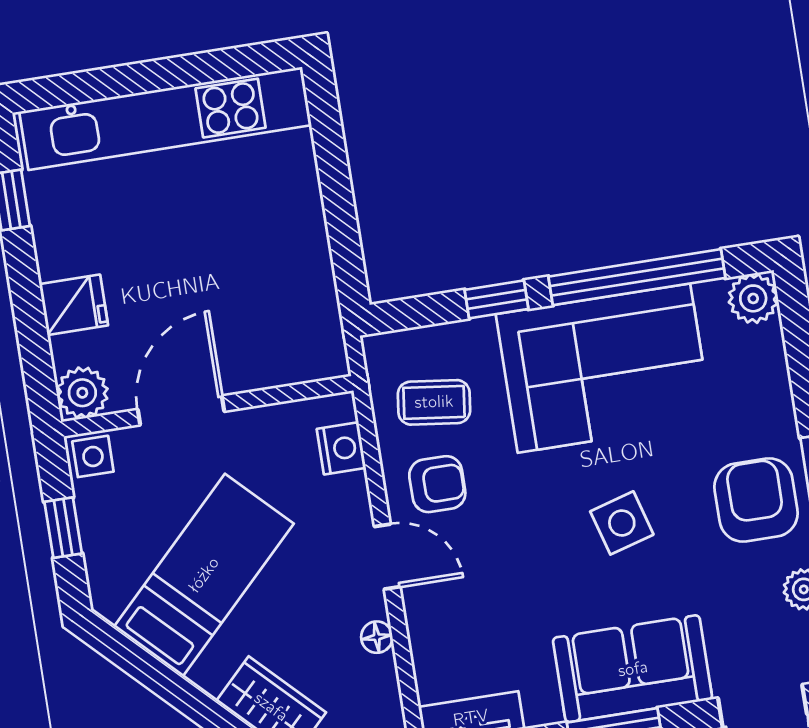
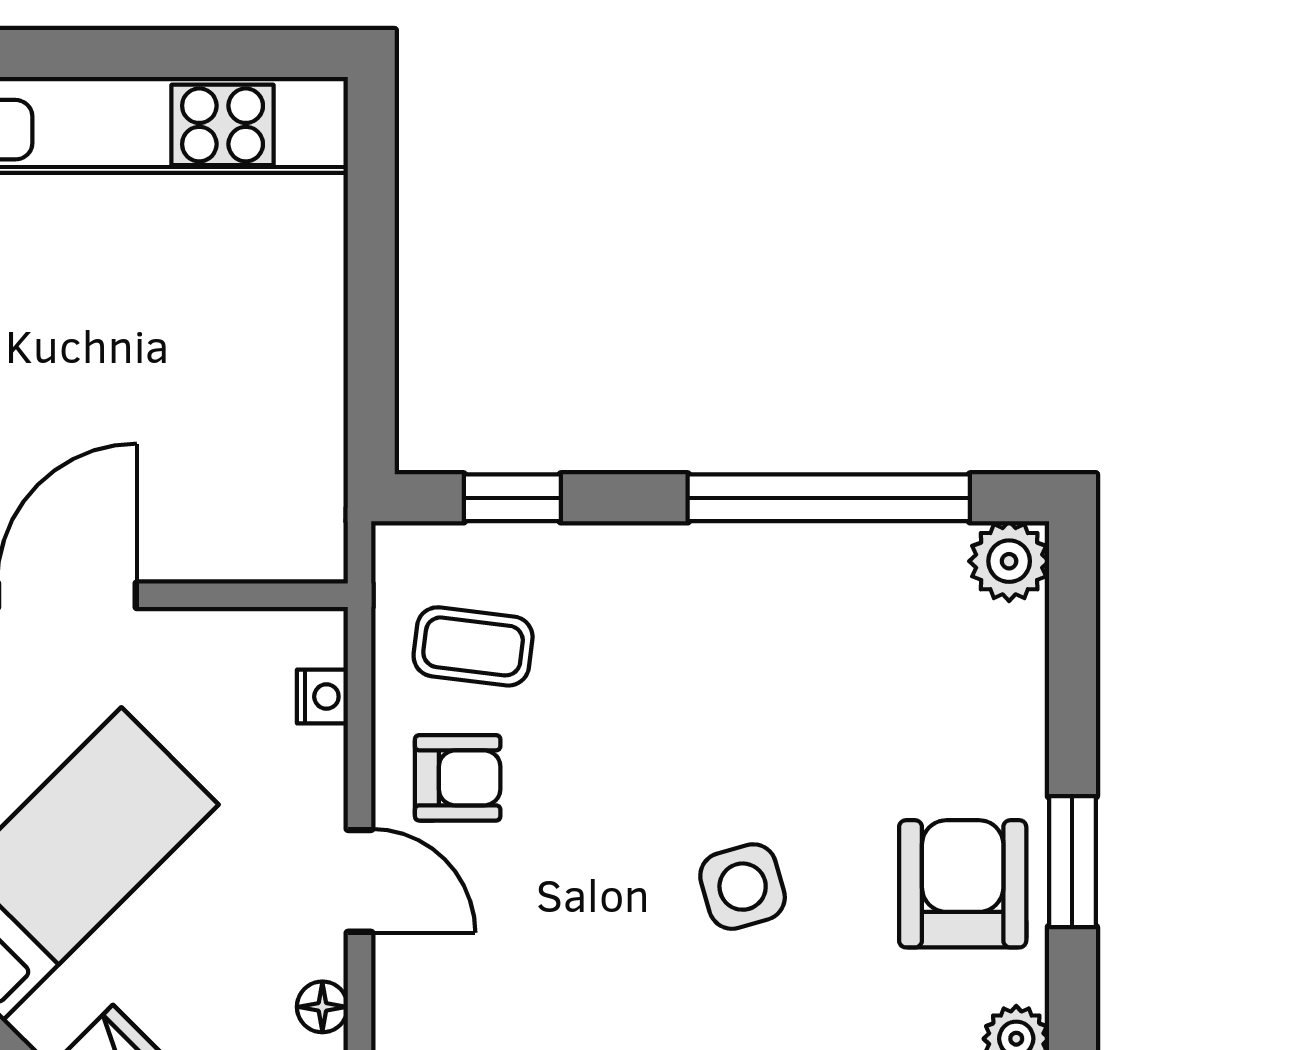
window: (497, 299) -> (512, 498), moved
corner sofa: (604, 368) -> (753, 635), removed
nightstand: (341, 448) -> (322, 697), width x0.72, depth x0.74

